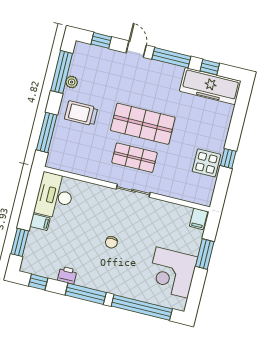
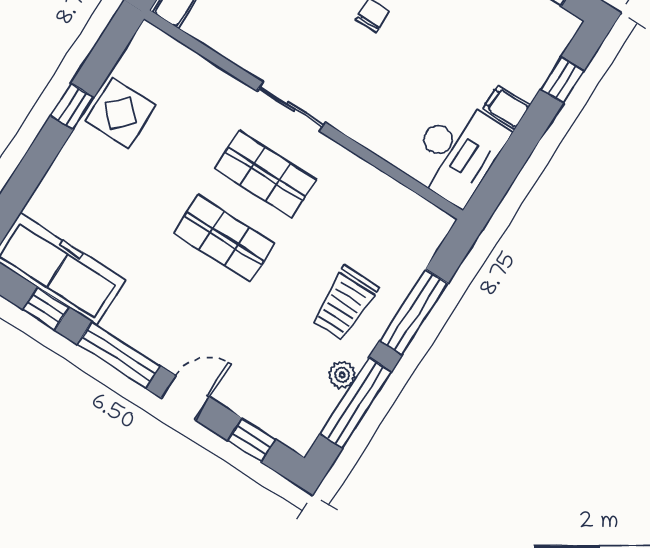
door: (136, 49) -> (185, 398), swing flipped
trolley: (81, 113) -> (345, 303), turned 90
shop shelf: (143, 124) -> (224, 238), width x0.70, depth x0.74
window: (47, 132) -> (414, 312), moved
window: (20, 242) -> (562, 80), width x0.67

